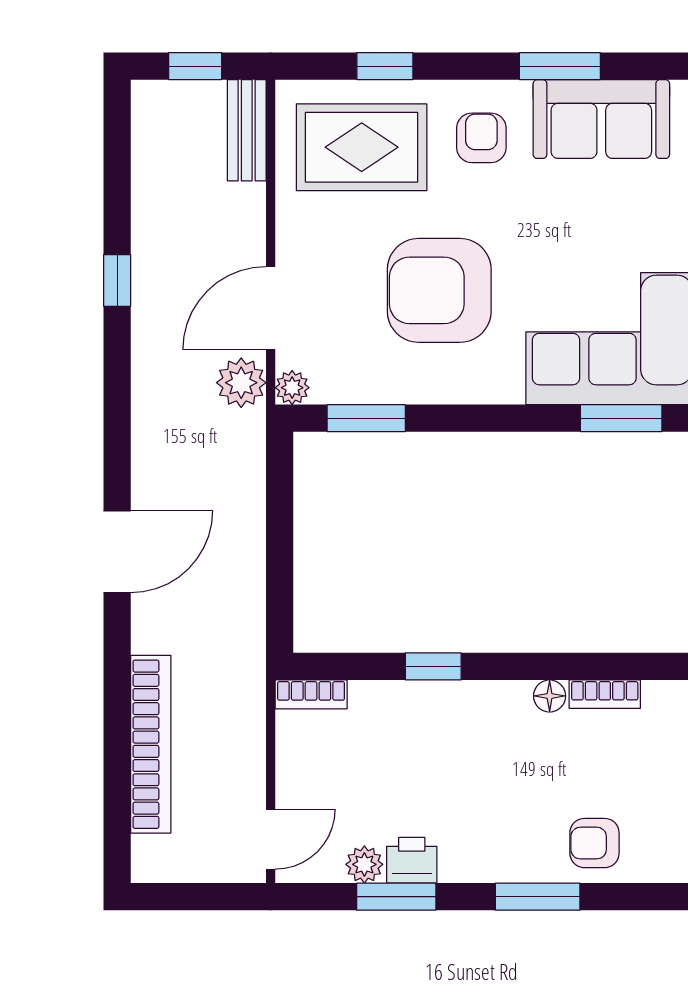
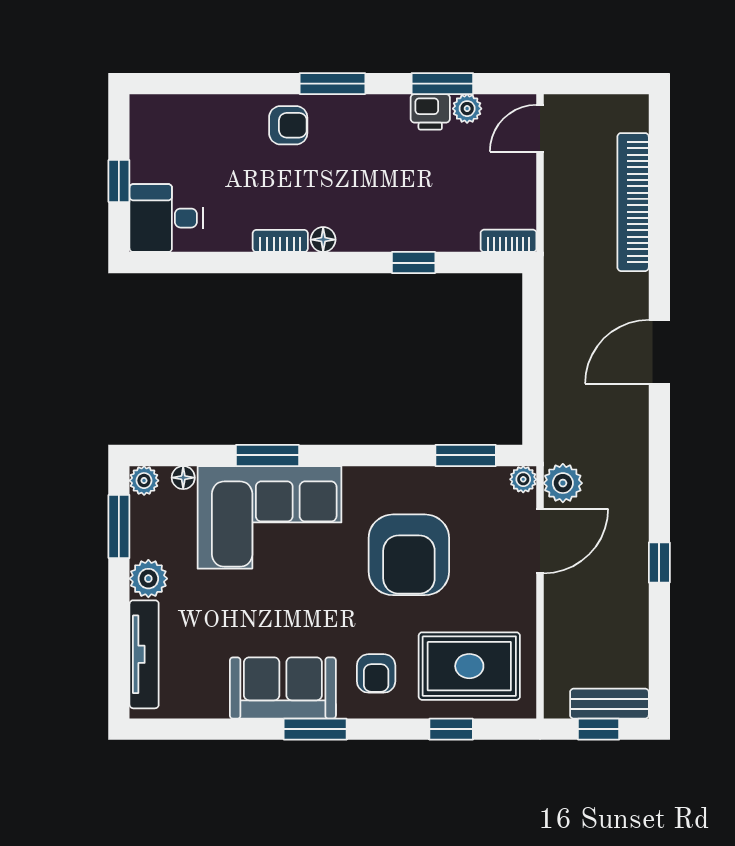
bench: (247, 130) -> (609, 704), moved, turned 90
armchair: (439, 290) -> (409, 555), turned 90

